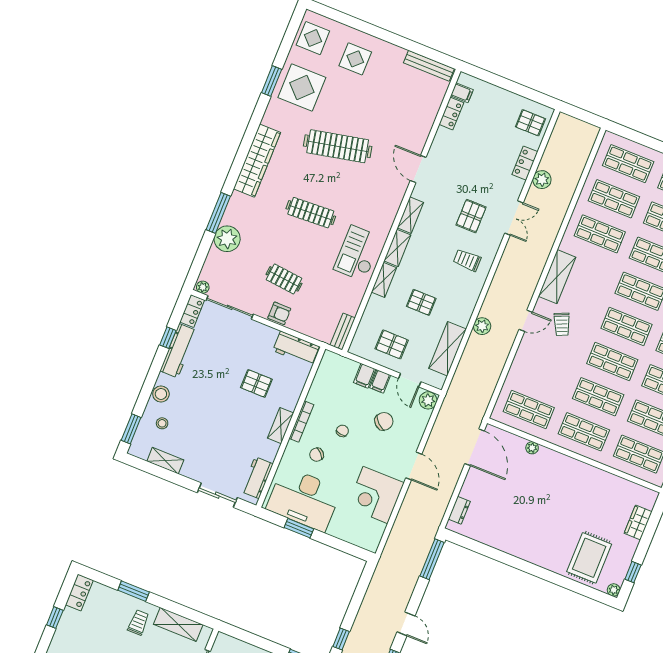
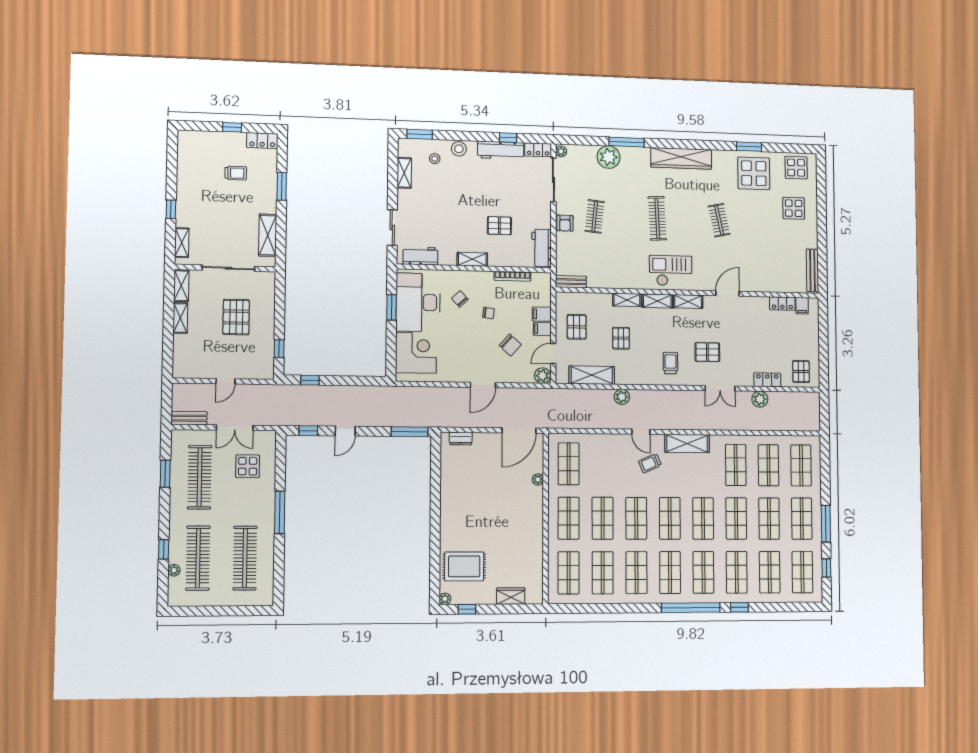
clothes rail: (338, 146) -> (719, 220), width x0.54, depth x0.76
checkout: (358, 253) -> (671, 271), moved
pallet: (256, 383) -> (499, 226), turned 90
bookcase: (301, 421) -> (513, 276), moved
corner desk: (375, 495) -> (416, 353), moved, turned 90
trolley: (138, 622) -> (236, 173), moved

